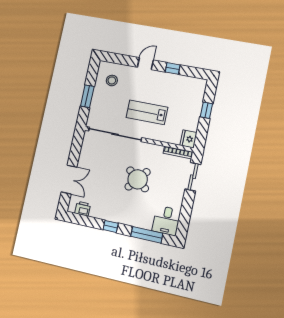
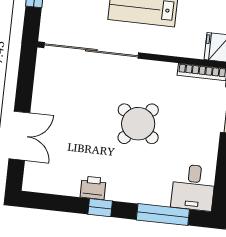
printer: (83, 209) -> (93, 188), moved

